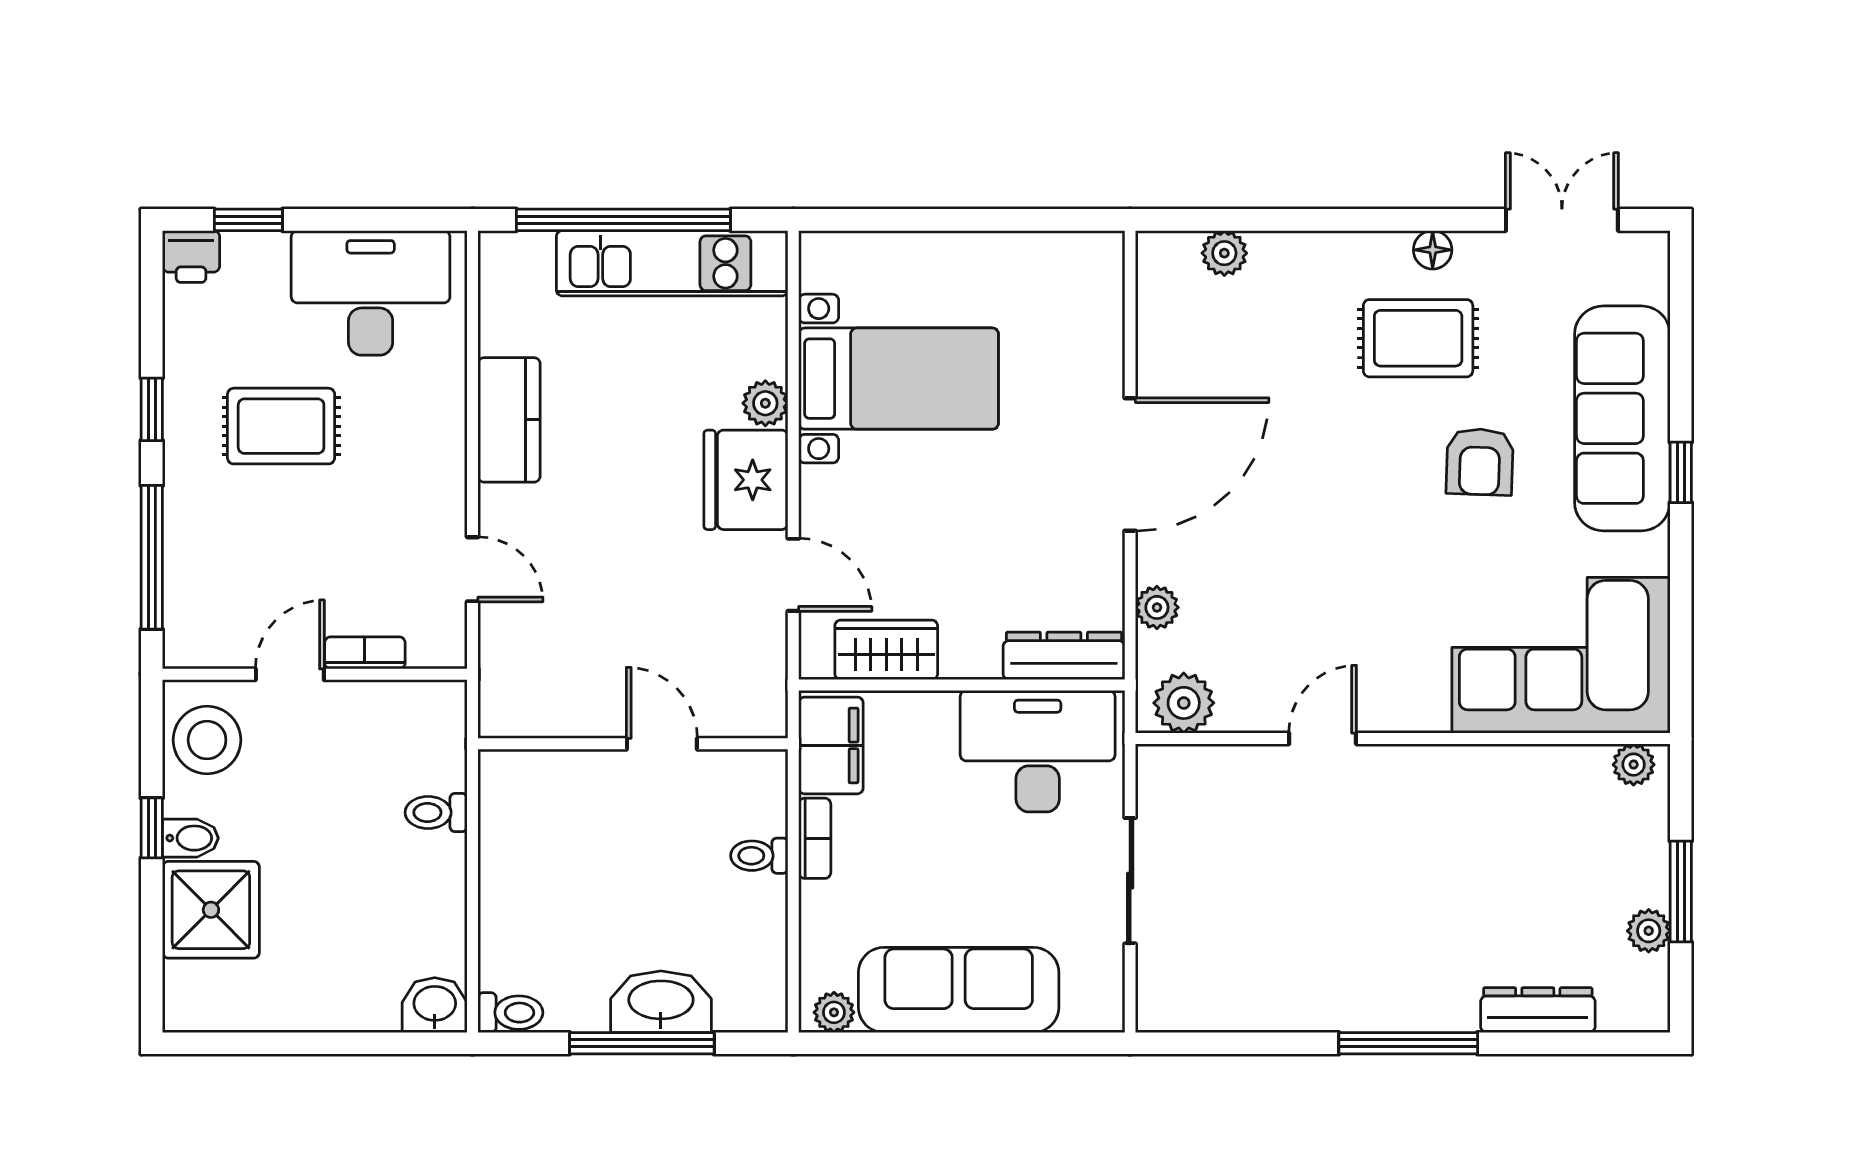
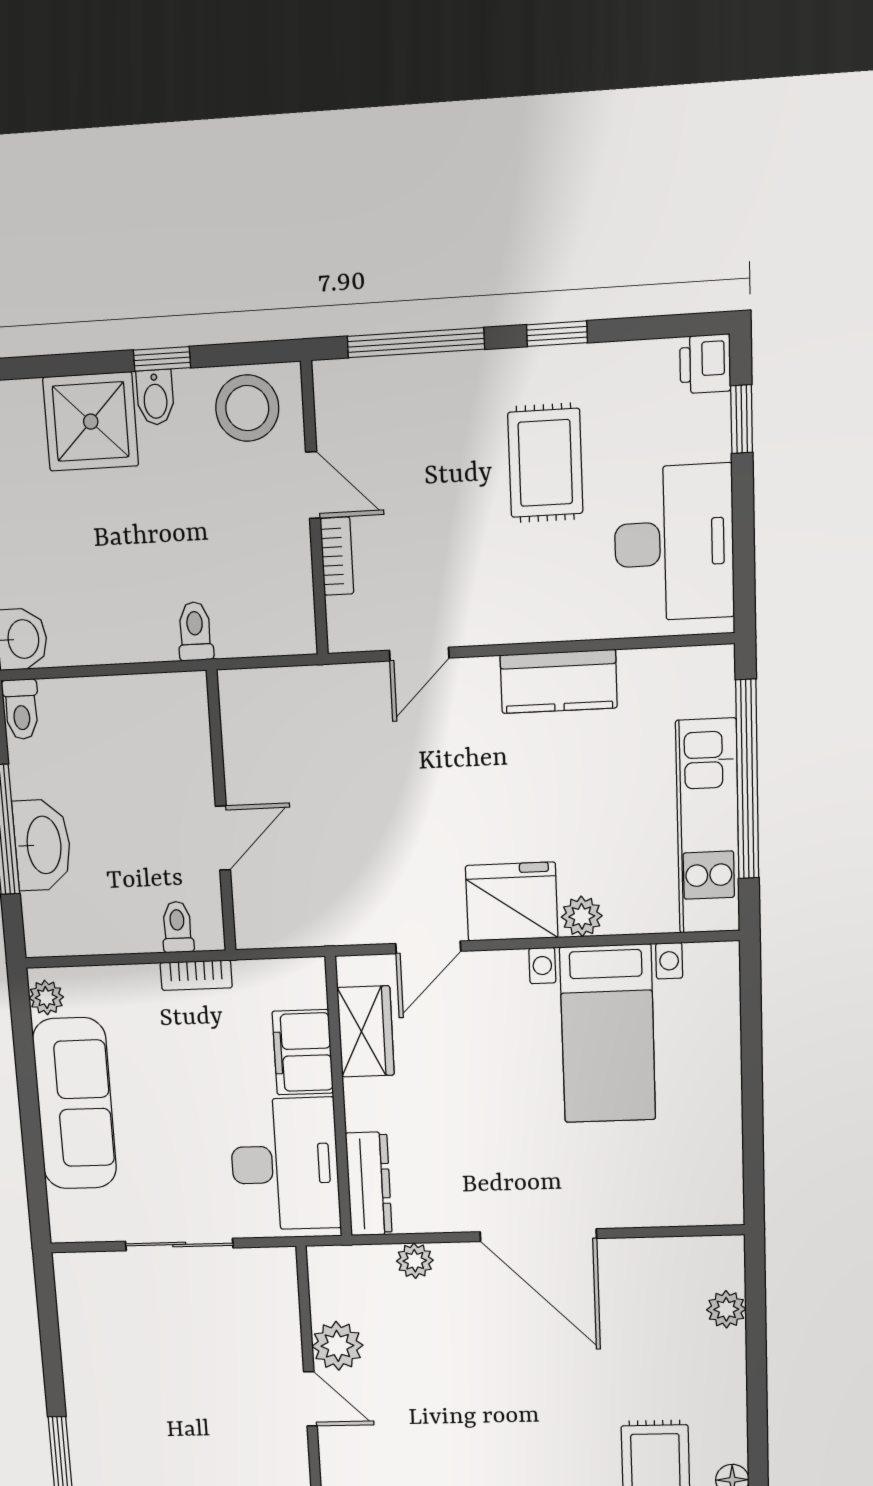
plant: (1184, 703) -> (337, 1346), moved
wall: (633, 744) -> (221, 812), moved
door: (662, 744) -> (223, 838), moved
filing cabinet: (831, 745) -> (303, 1052), moved, turned 90

